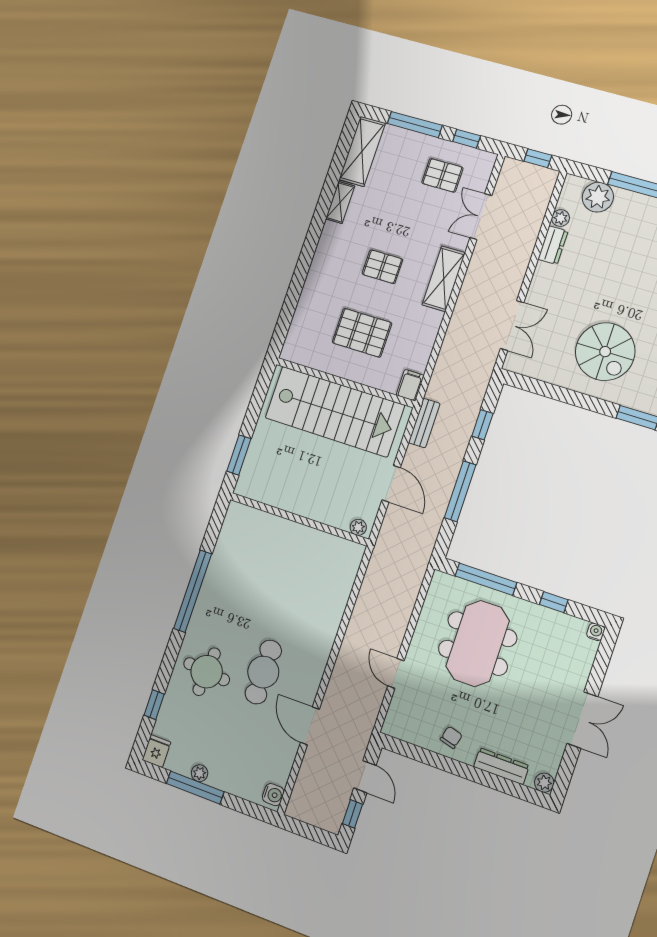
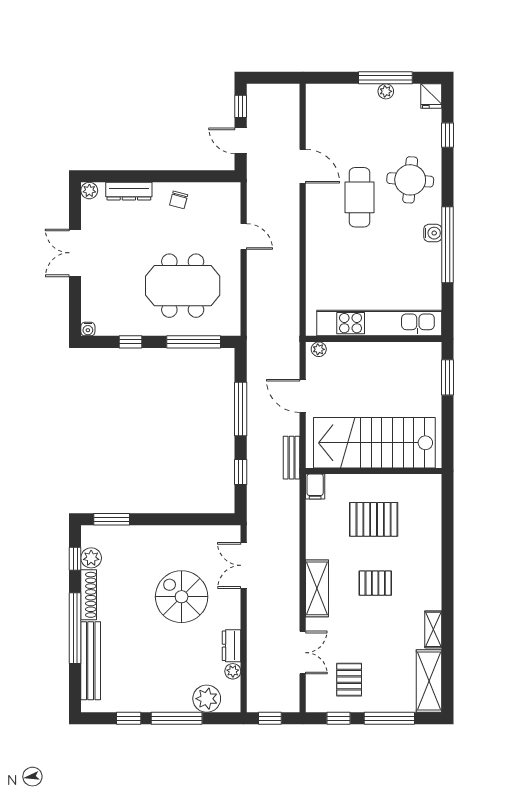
pallet: (442, 175) -> (349, 680), turned 90
spiral stairs: (605, 352) -> (182, 597), moved
kitchen unit: (288, 534) -> (379, 323), added
meeting table: (478, 643) -> (183, 286), turned 90
water cooler: (273, 795) -> (433, 233), moved, turned 180

